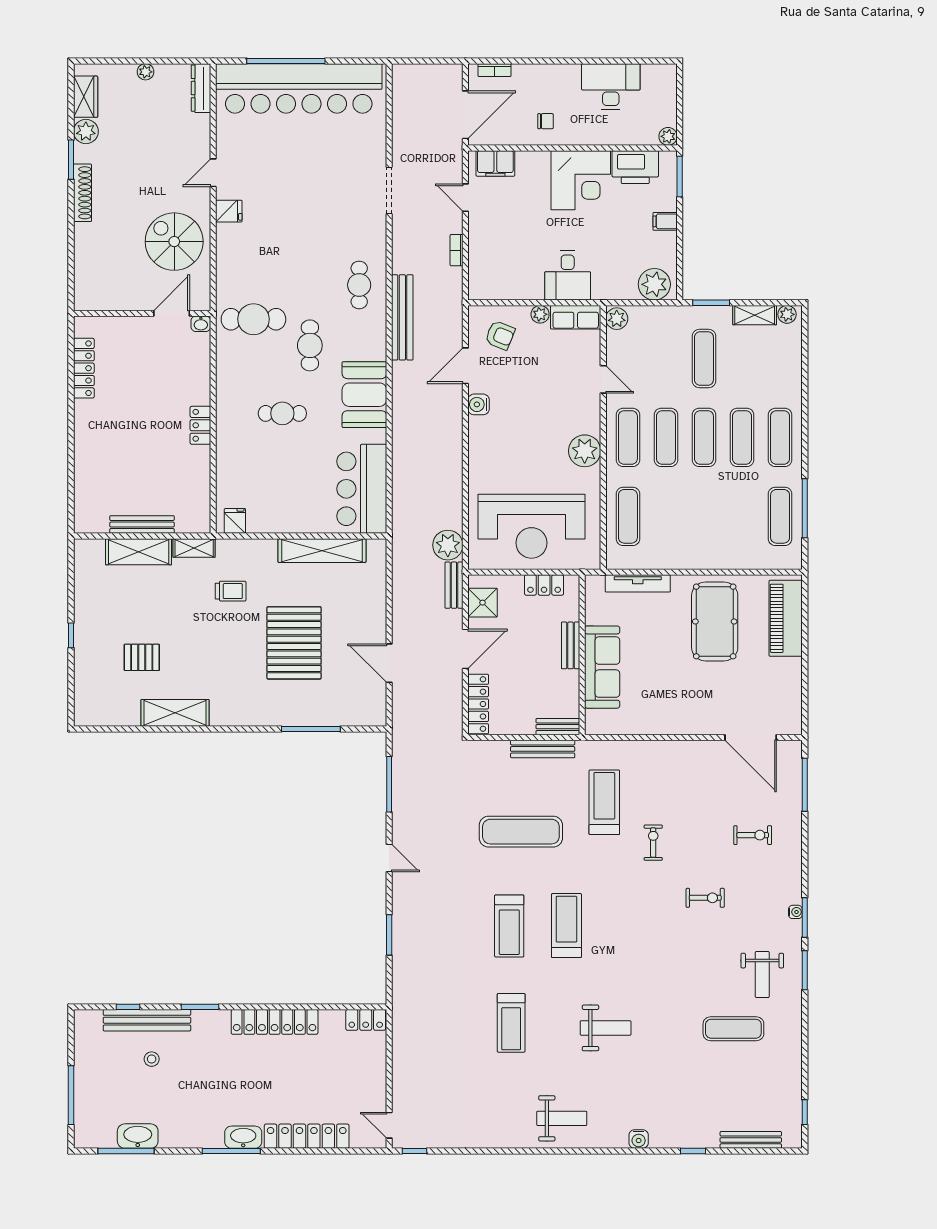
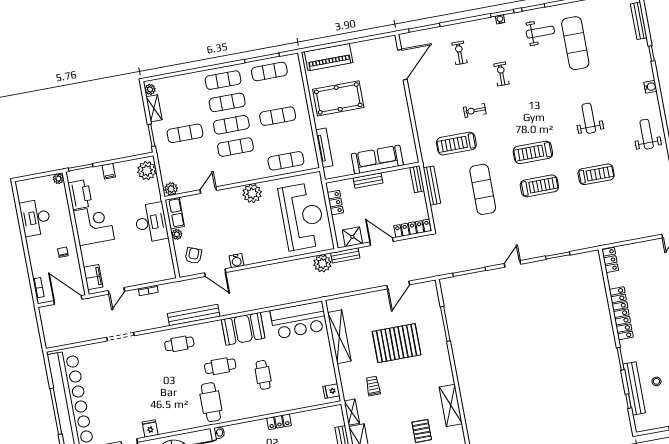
desk: (568, 276) -> (151, 222), width x1.37
exercise mat: (628, 437) -> (278, 116), moved
exercise mat: (733, 1029) -> (575, 43), width x1.36, depth x1.45

